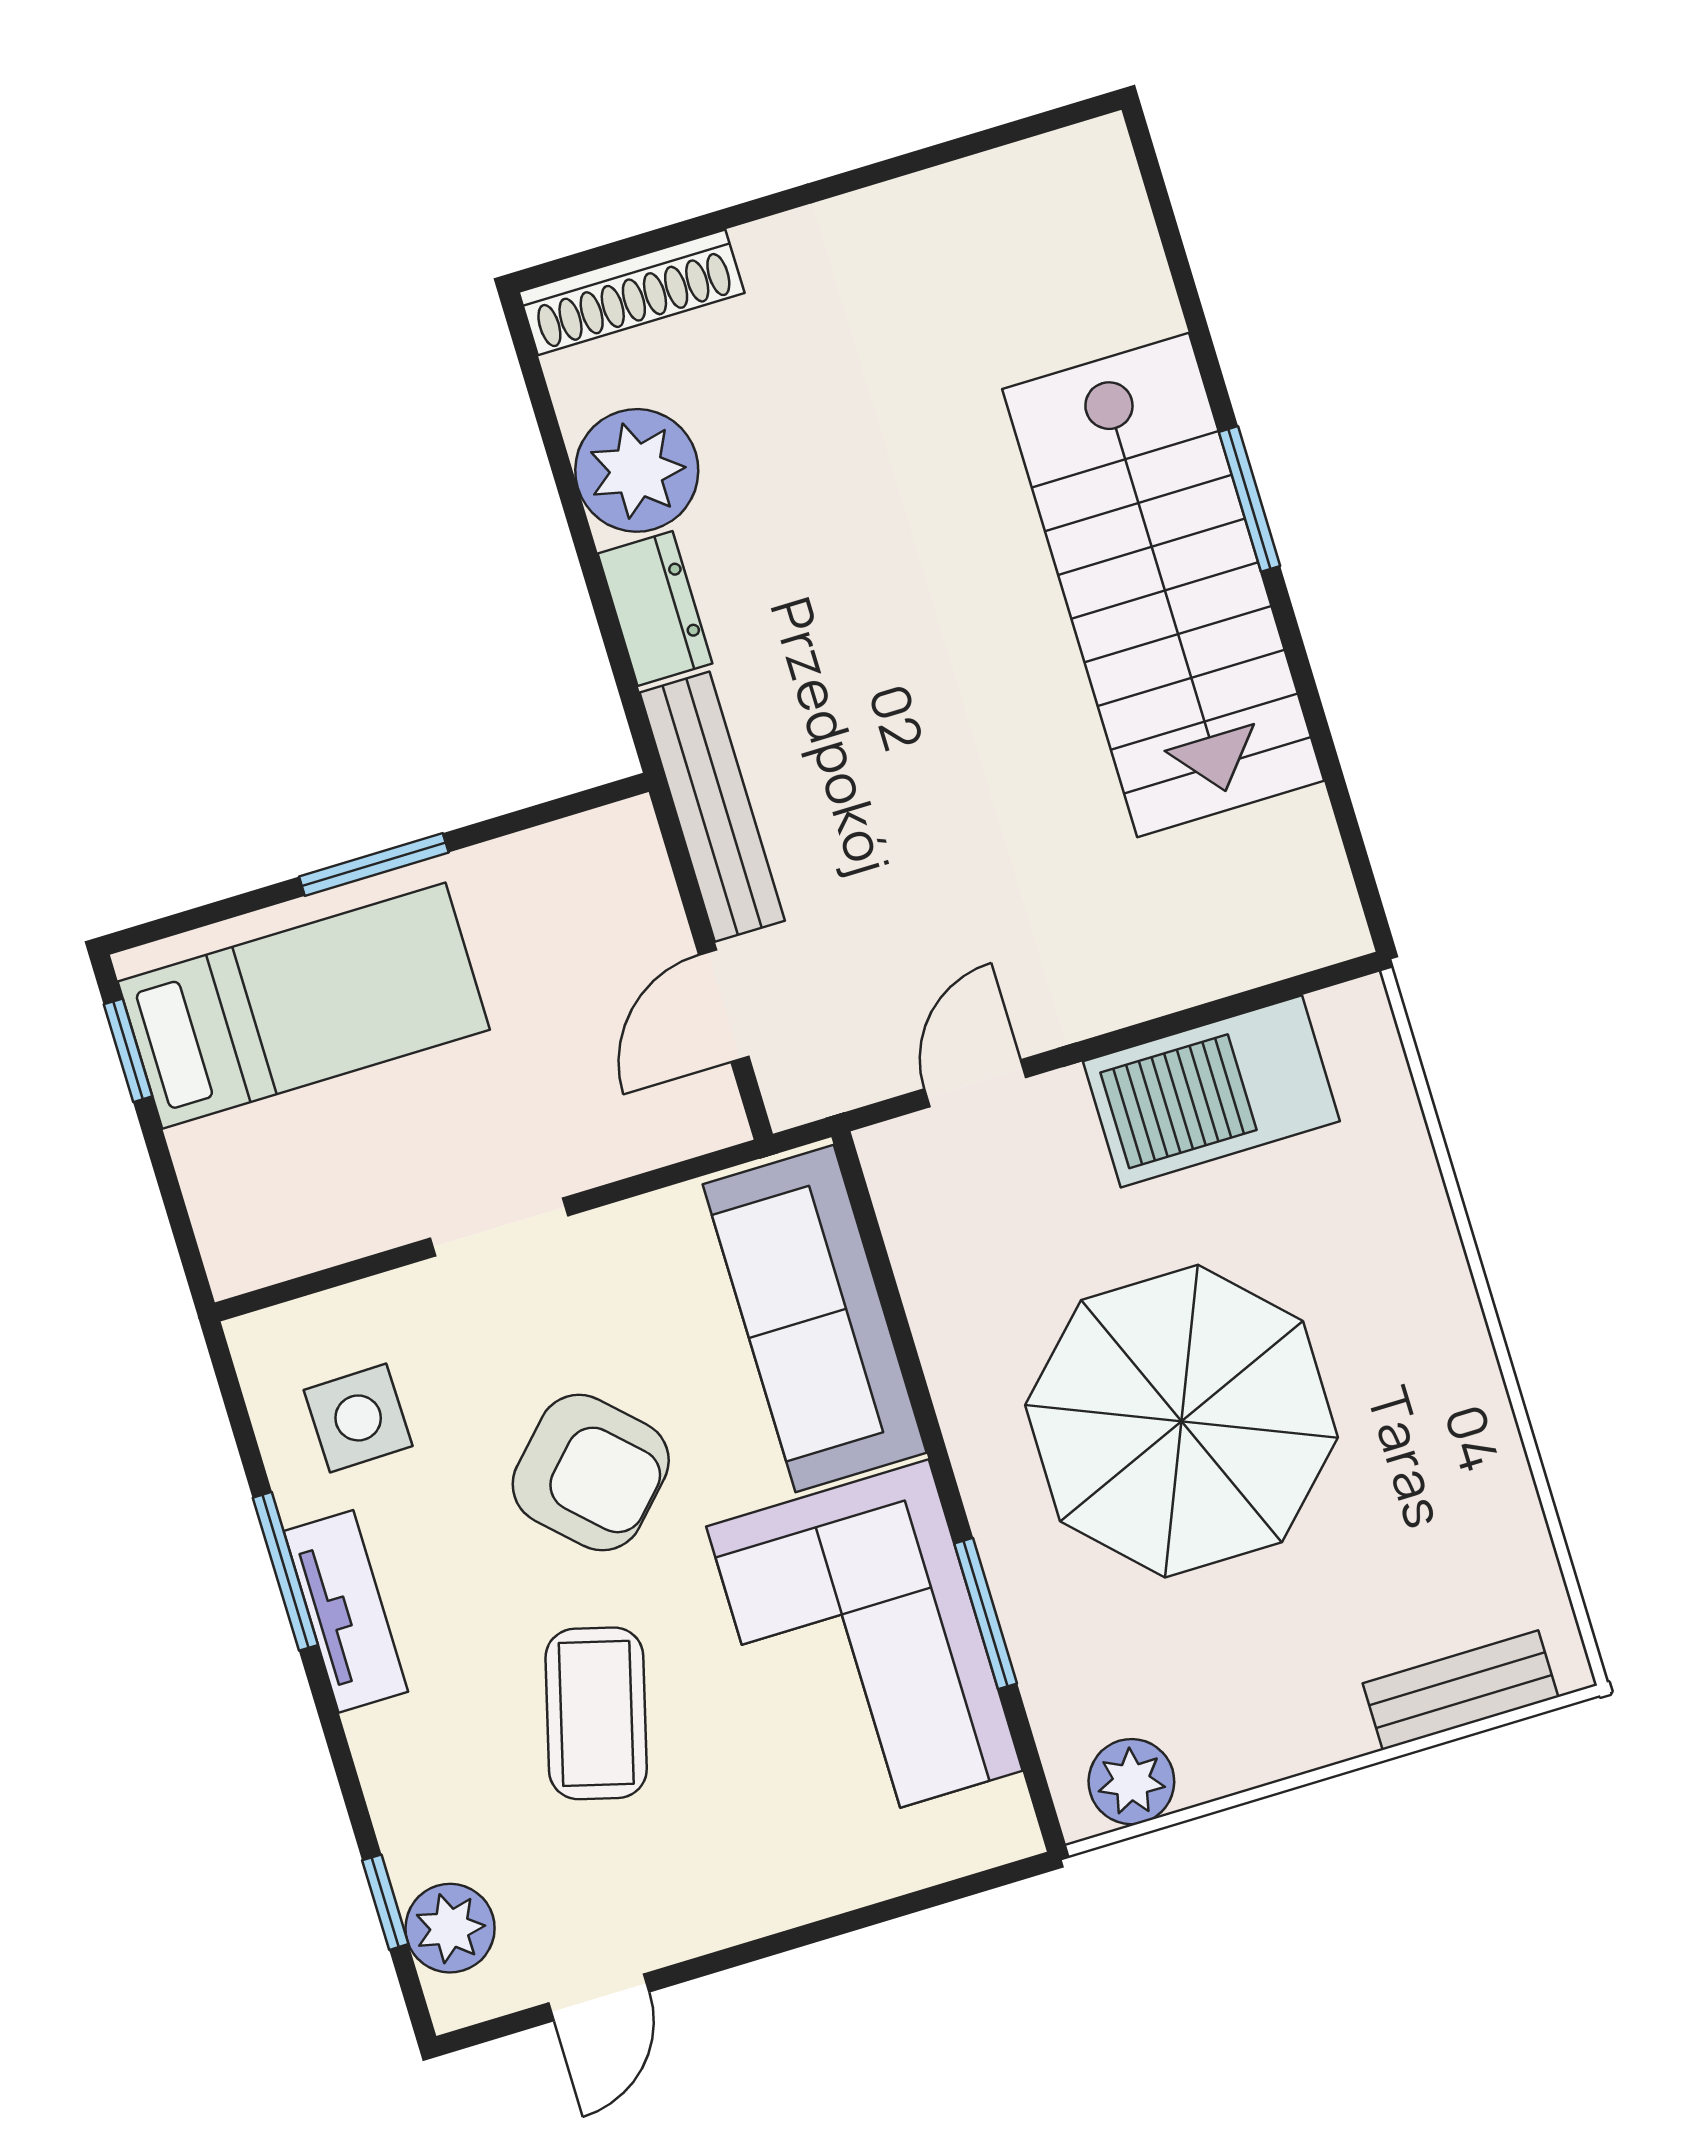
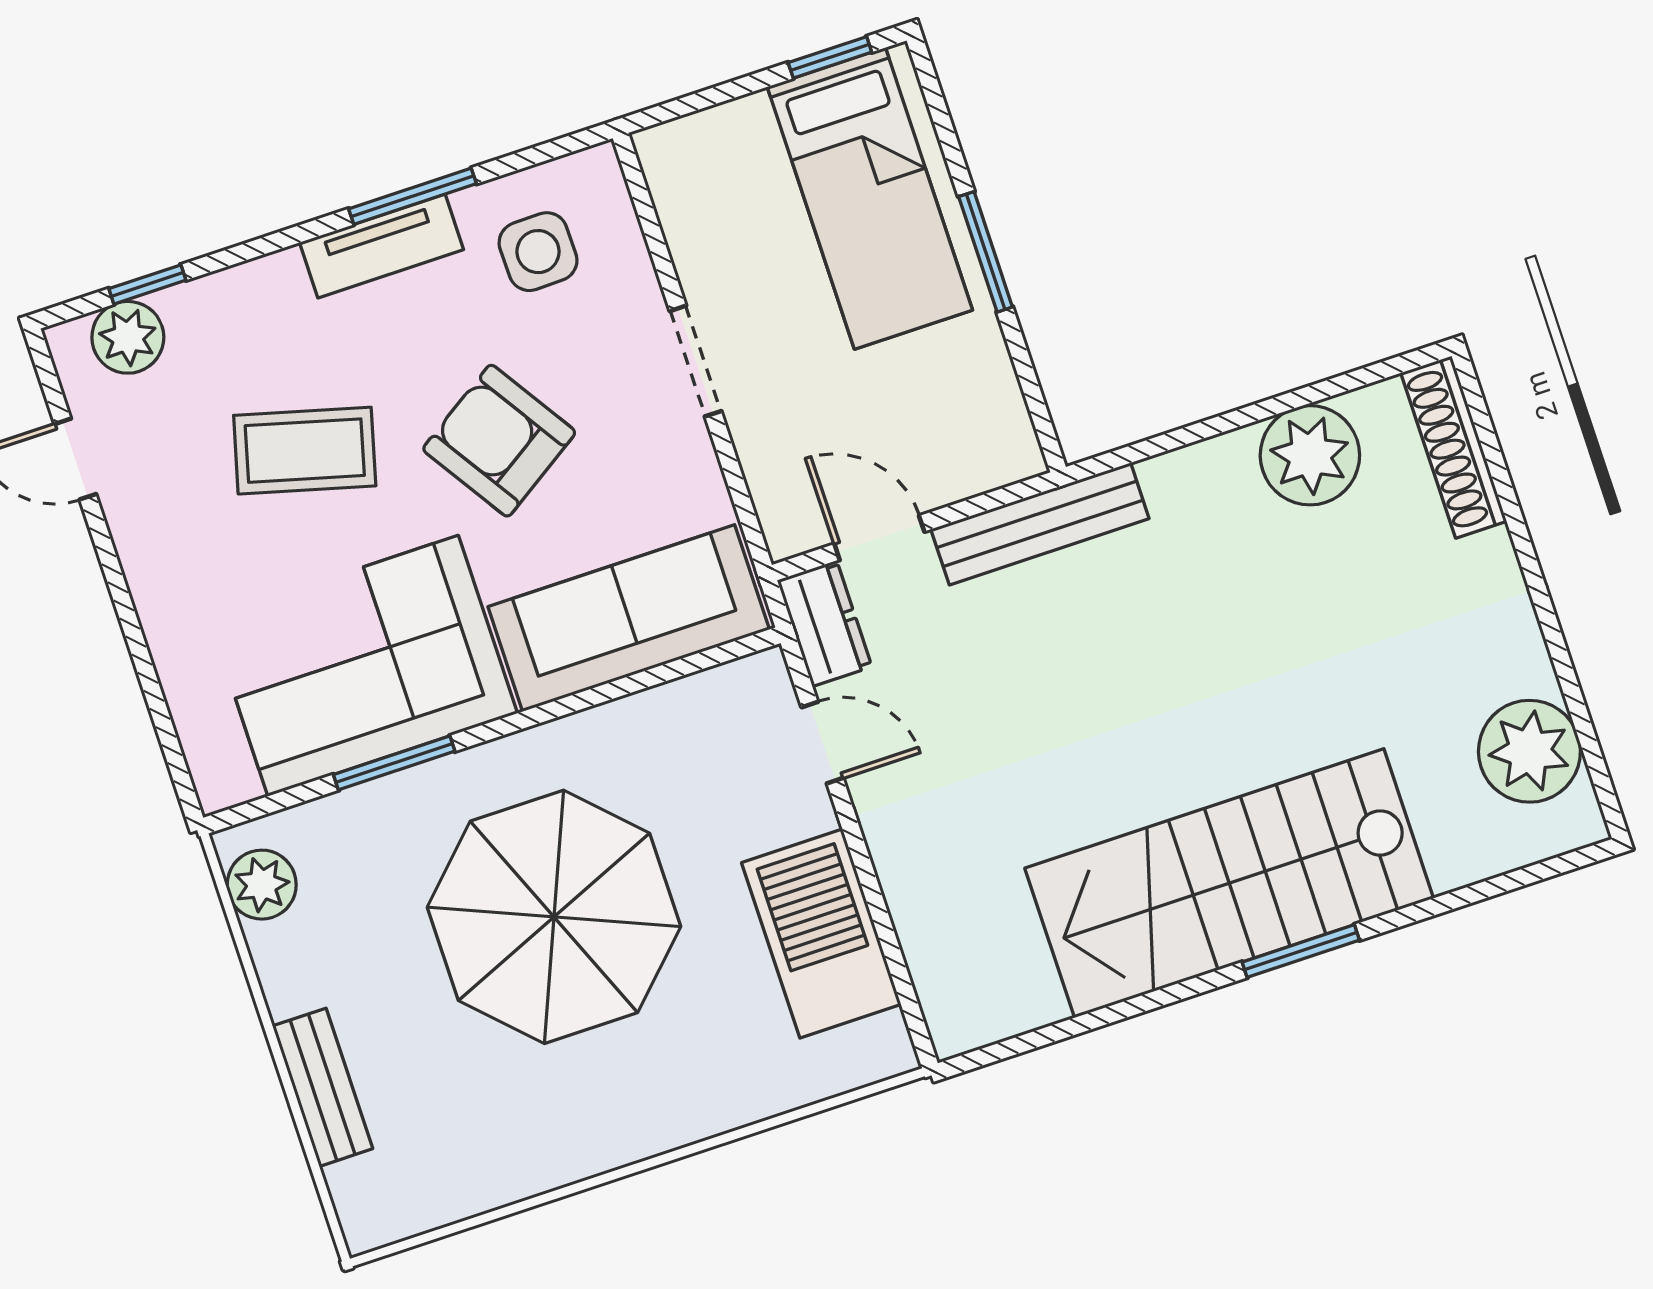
plant: (1010, 209) -> (1529, 751), added
dresser: (655, 608) -> (825, 623), moved, turned -90
armchair: (591, 1472) -> (499, 441), turned 103
bench: (1461, 1690) -> (323, 1087), moved

